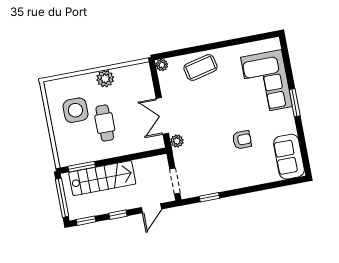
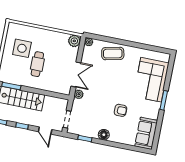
plant: (105, 79) -> (74, 41), moved
double door: (162, 116) -> (76, 74), swing flipped
floor lamp: (233, 182) -> (104, 135), added
door: (151, 208) -> (45, 131), hinge flipped

